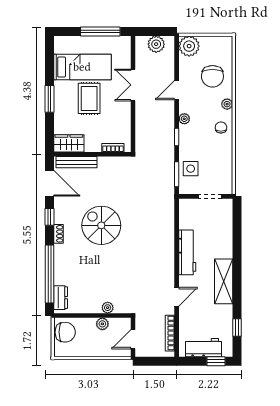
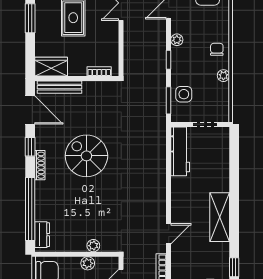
plant: (227, 104) -> (223, 76), moved
shoe rack: (58, 234) -> (40, 165), width x1.43
workbench: (187, 252) -> (180, 151), moved

